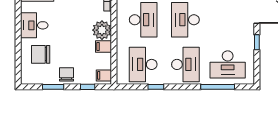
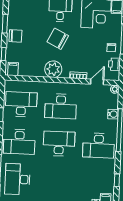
filing cabinet: (104, 46) -> (39, 70), removed
chair: (41, 54) -> (58, 39), moved, turned -64

